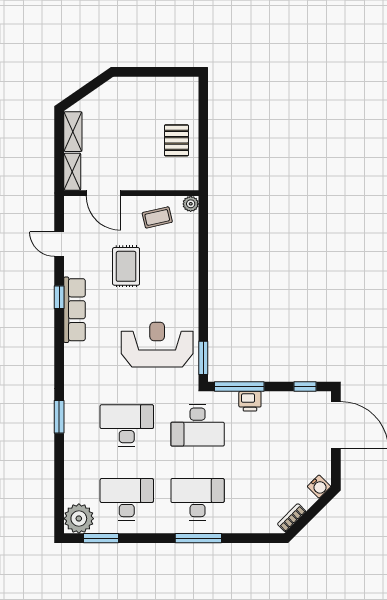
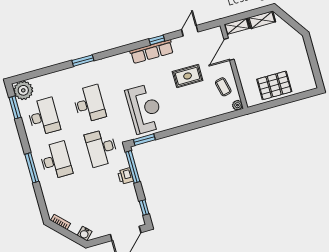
pallet: (176, 140) -> (274, 85), width x1.50, depth x1.42

